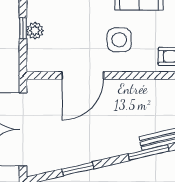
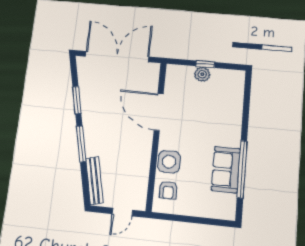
side table: (119, 40) -> (169, 162), moved
window: (149, 153) -> (81, 144), moved

